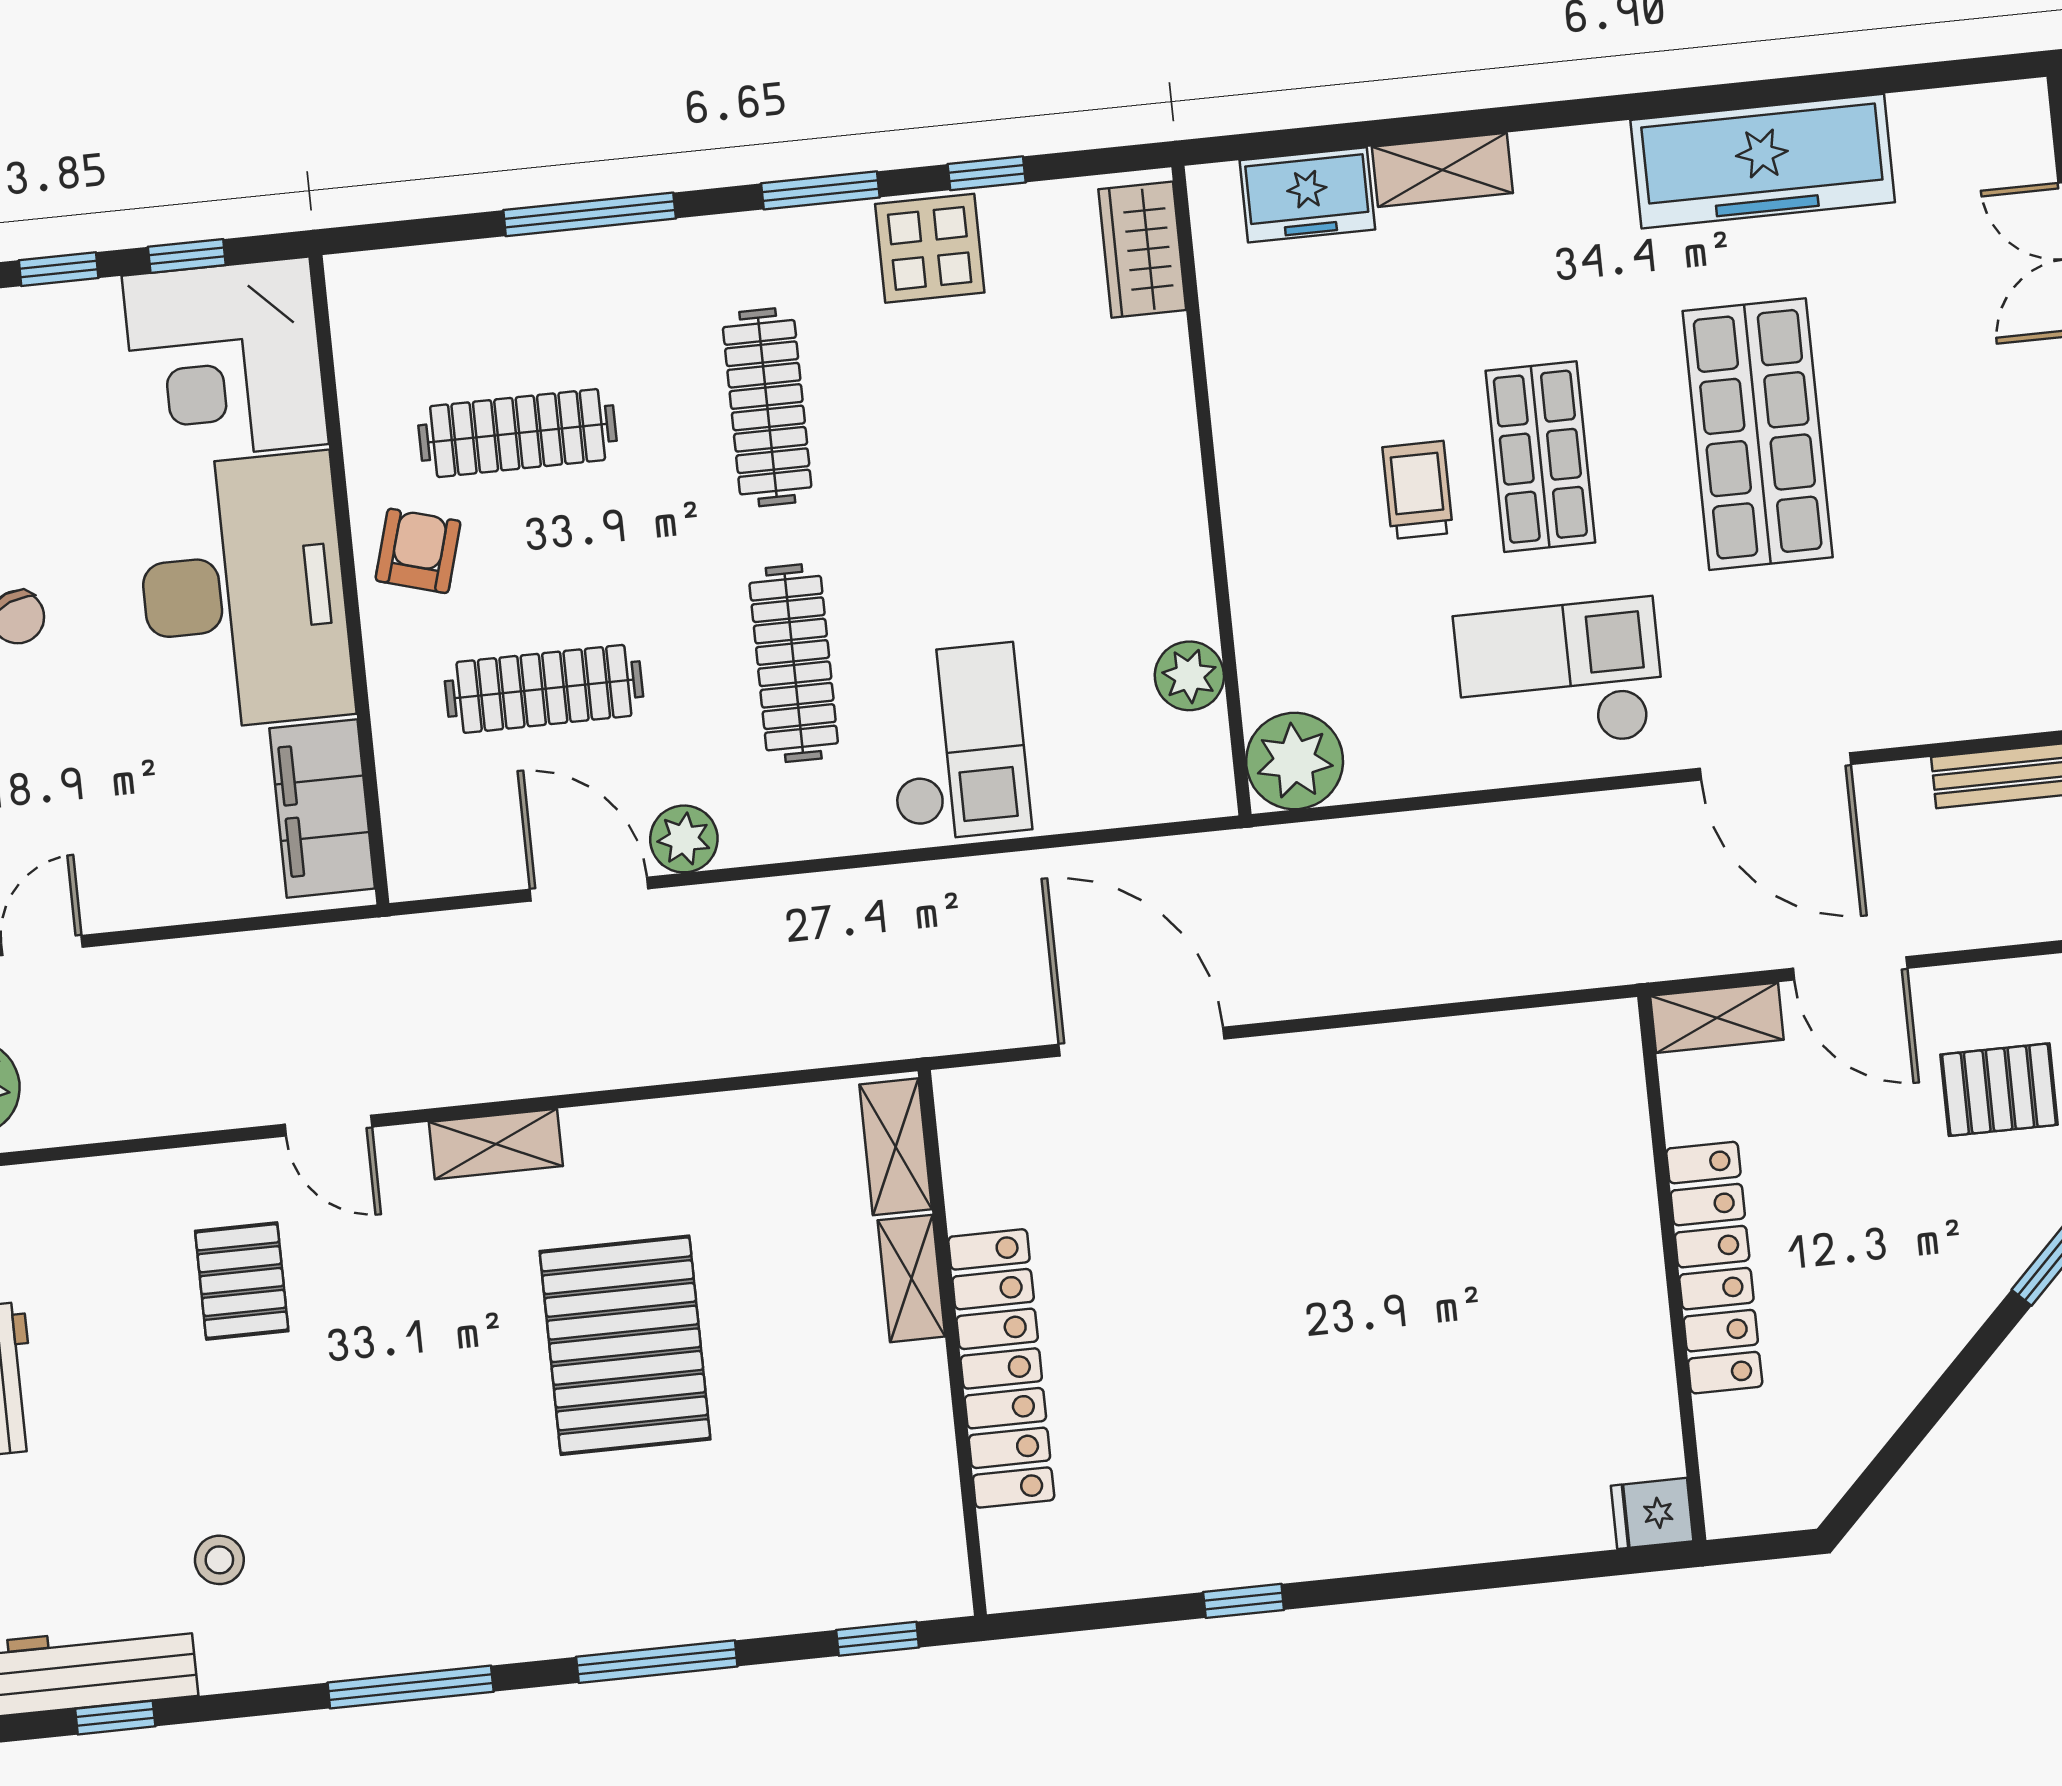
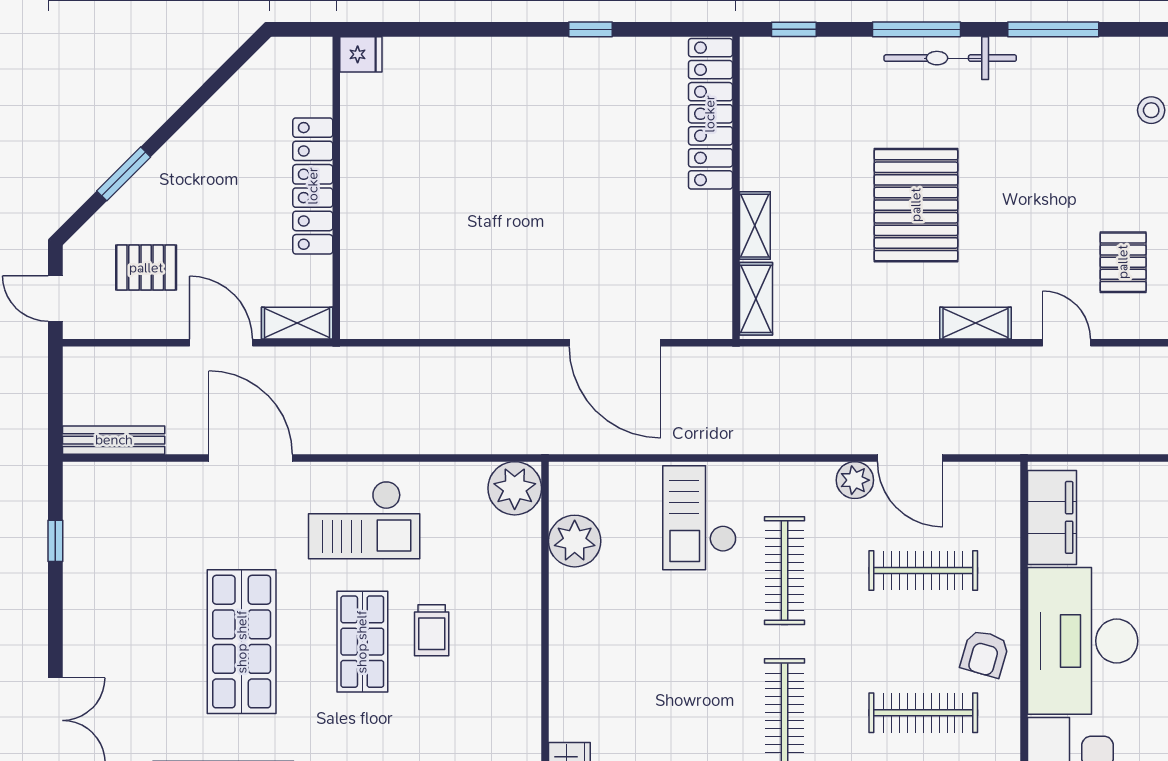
plant: (1189, 676) -> (575, 541), width x1.36, depth x1.36
locker: (1001, 1368) -> (710, 114), moved
bicycle: (591, 1616) -> (950, 58), added

